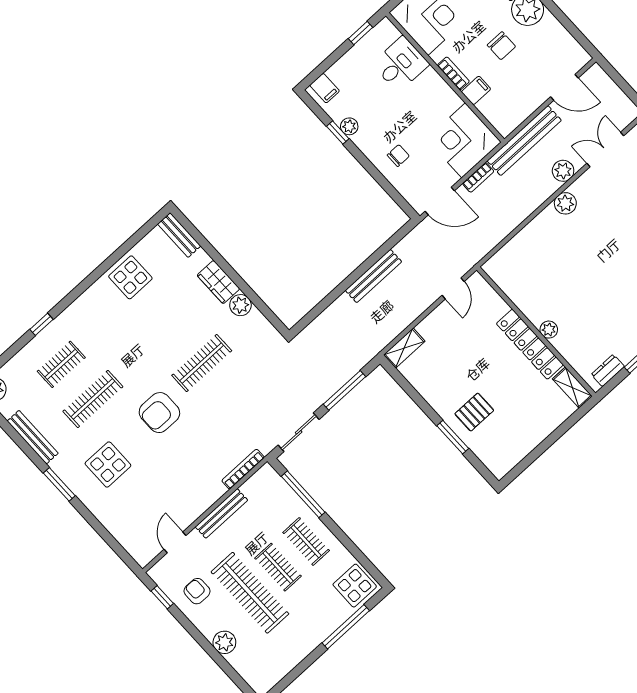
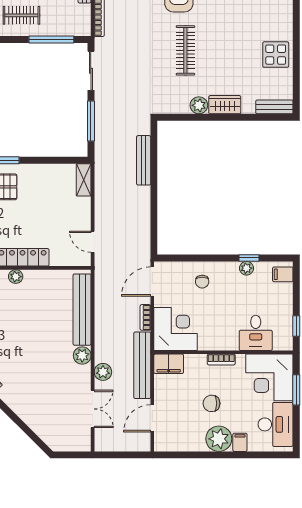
filing cabinet: (476, 90) -> (169, 364), moved, width x2.00
bench: (524, 242) -> (82, 310), added
bench: (373, 276) -> (144, 160), moved

